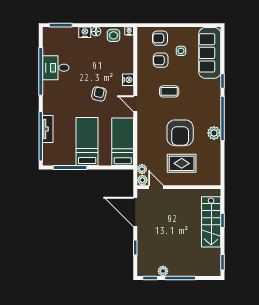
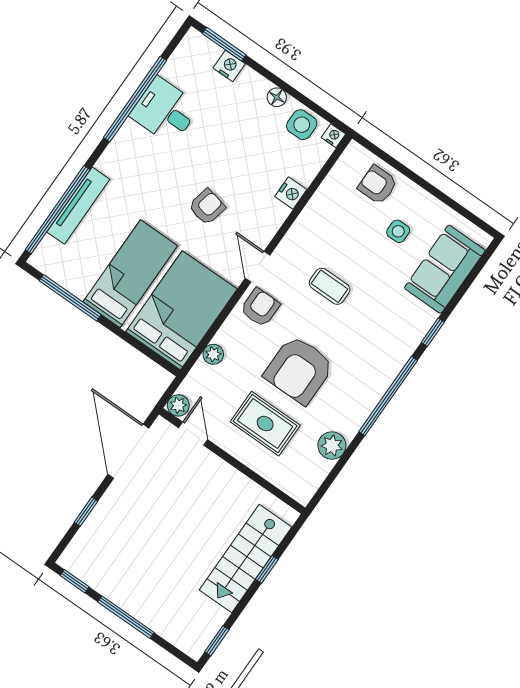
nightstand: (85, 32) -> (229, 66), moved
sofa: (210, 53) -> (445, 269), width x0.73
armchair: (161, 60) -> (260, 308), moved, turned 90
nightstand: (128, 80) -> (291, 193), moved
tv unit: (48, 129) -> (78, 206), width x1.41
plant: (214, 133) -> (332, 446), moved
bed: (123, 142) -> (181, 310), width x1.50
plant: (142, 169) -> (213, 354), moved
plant: (163, 271) -> (105, 585), removed

